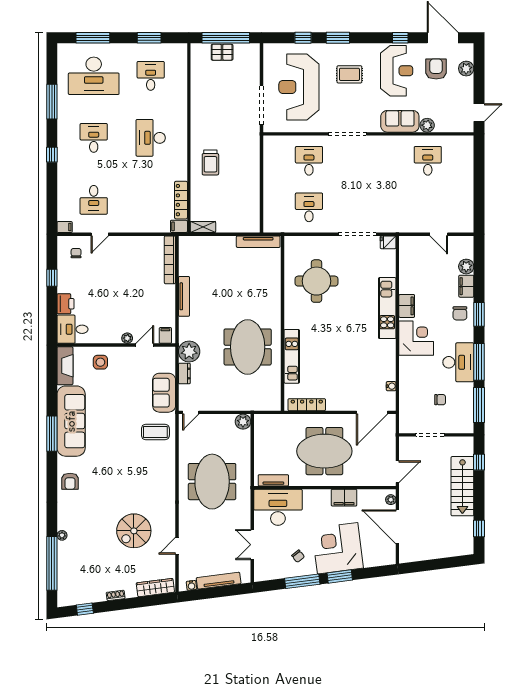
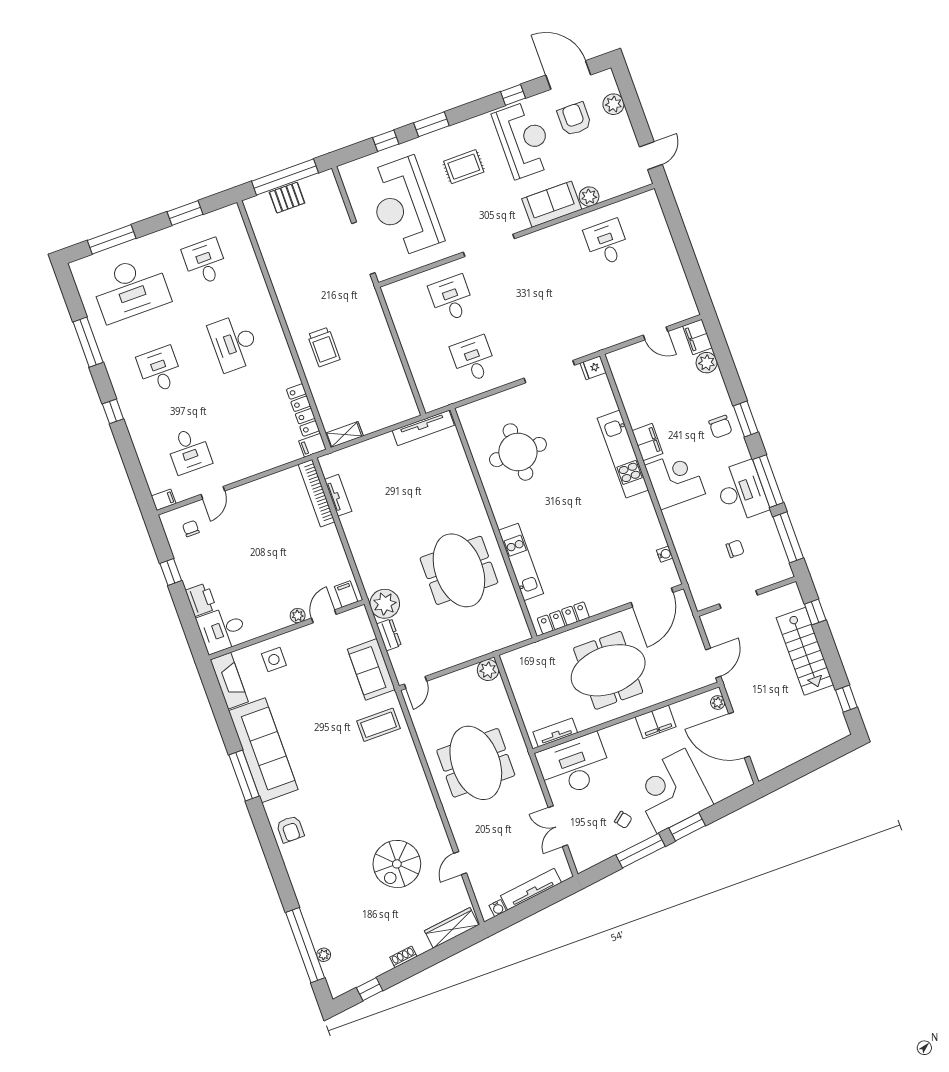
filing cabinet: (466, 286) -> (697, 337), moved
tv unit: (184, 296) -> (338, 495), moved, width x0.71
plant: (62, 535) -> (324, 955), moved

